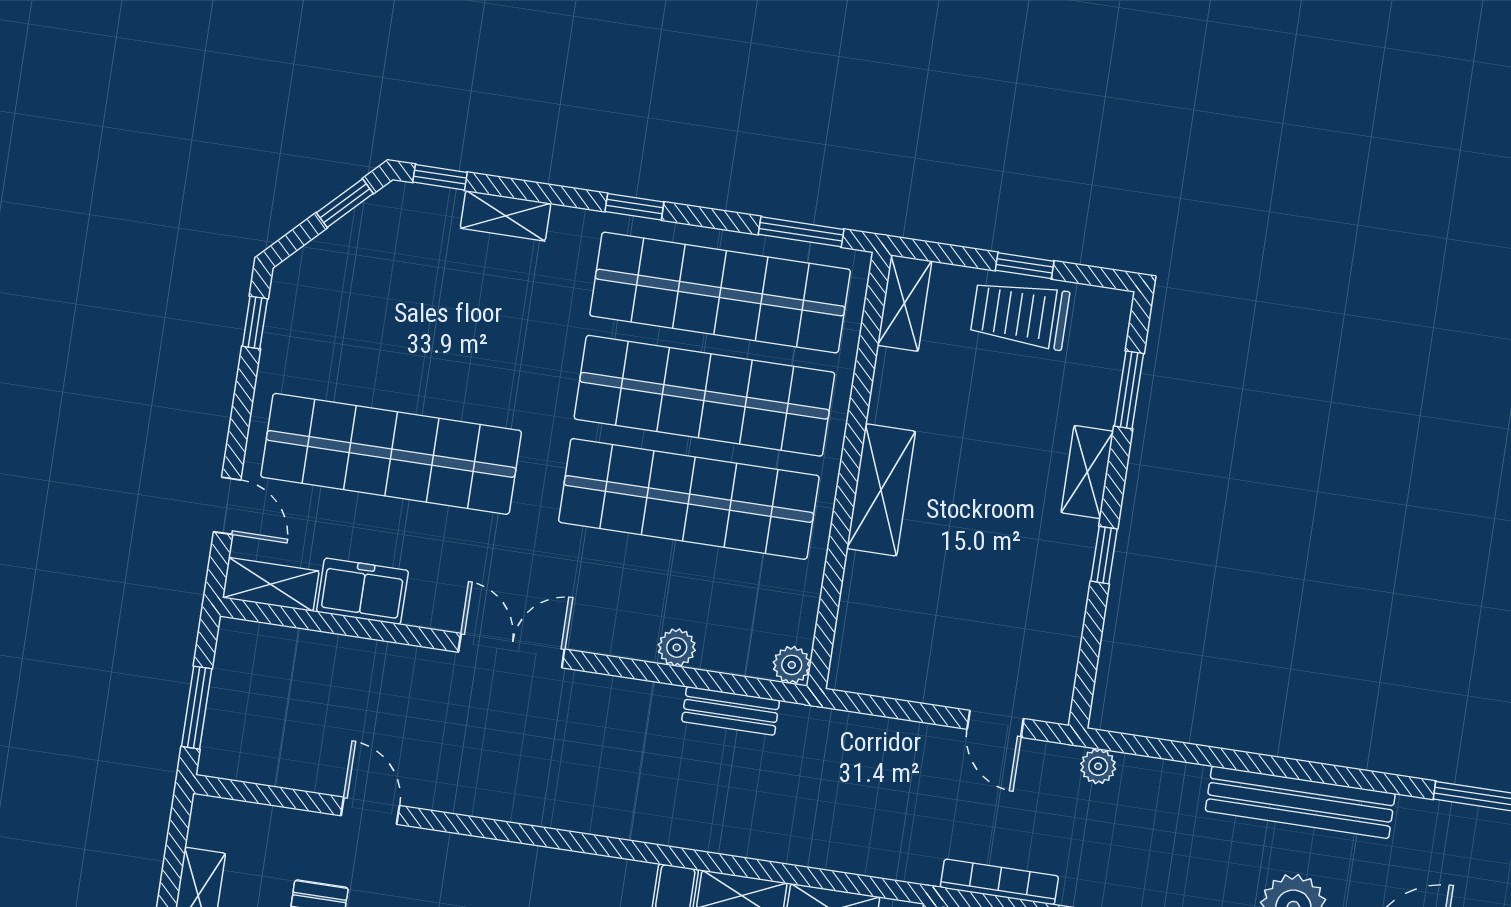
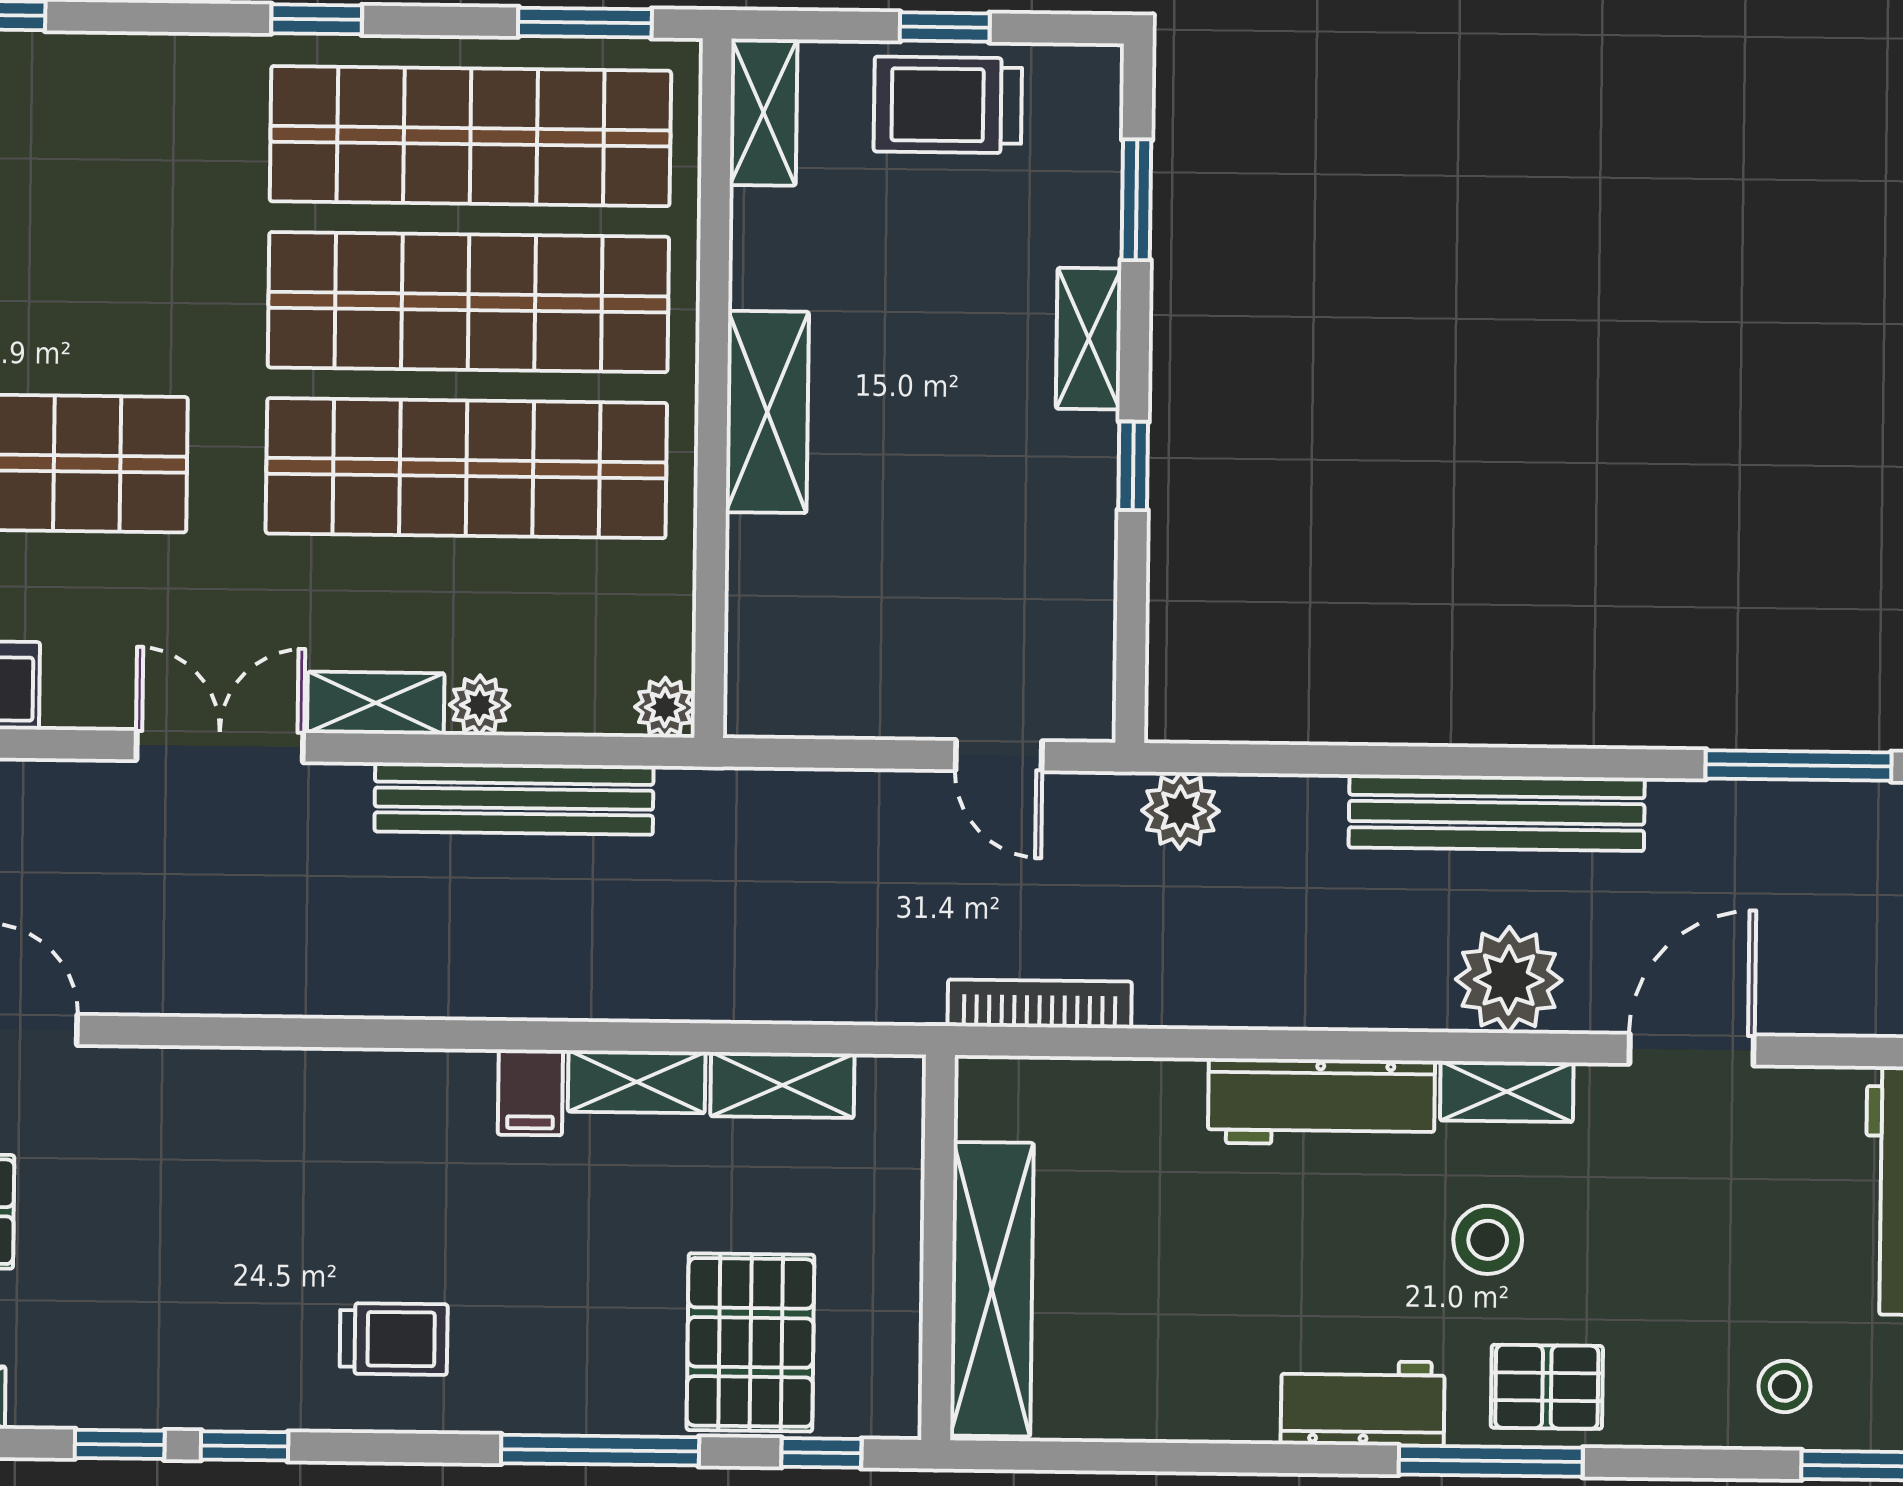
shelving: (506, 216) -> (376, 703), moved
bench: (731, 711) -> (514, 799), width x1.86, depth x1.21
plant: (1098, 766) -> (1180, 811), width x1.38, depth x1.38

